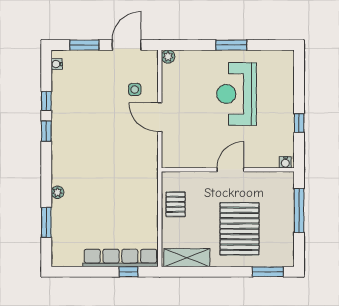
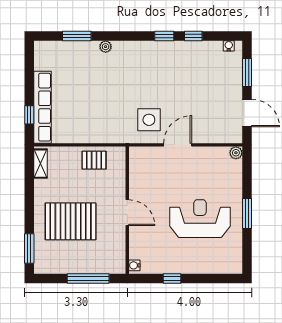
side table: (135, 89) -> (149, 120), moved, width x1.87, depth x1.87
shelving: (187, 258) -> (41, 164), width x0.67, depth x0.75

